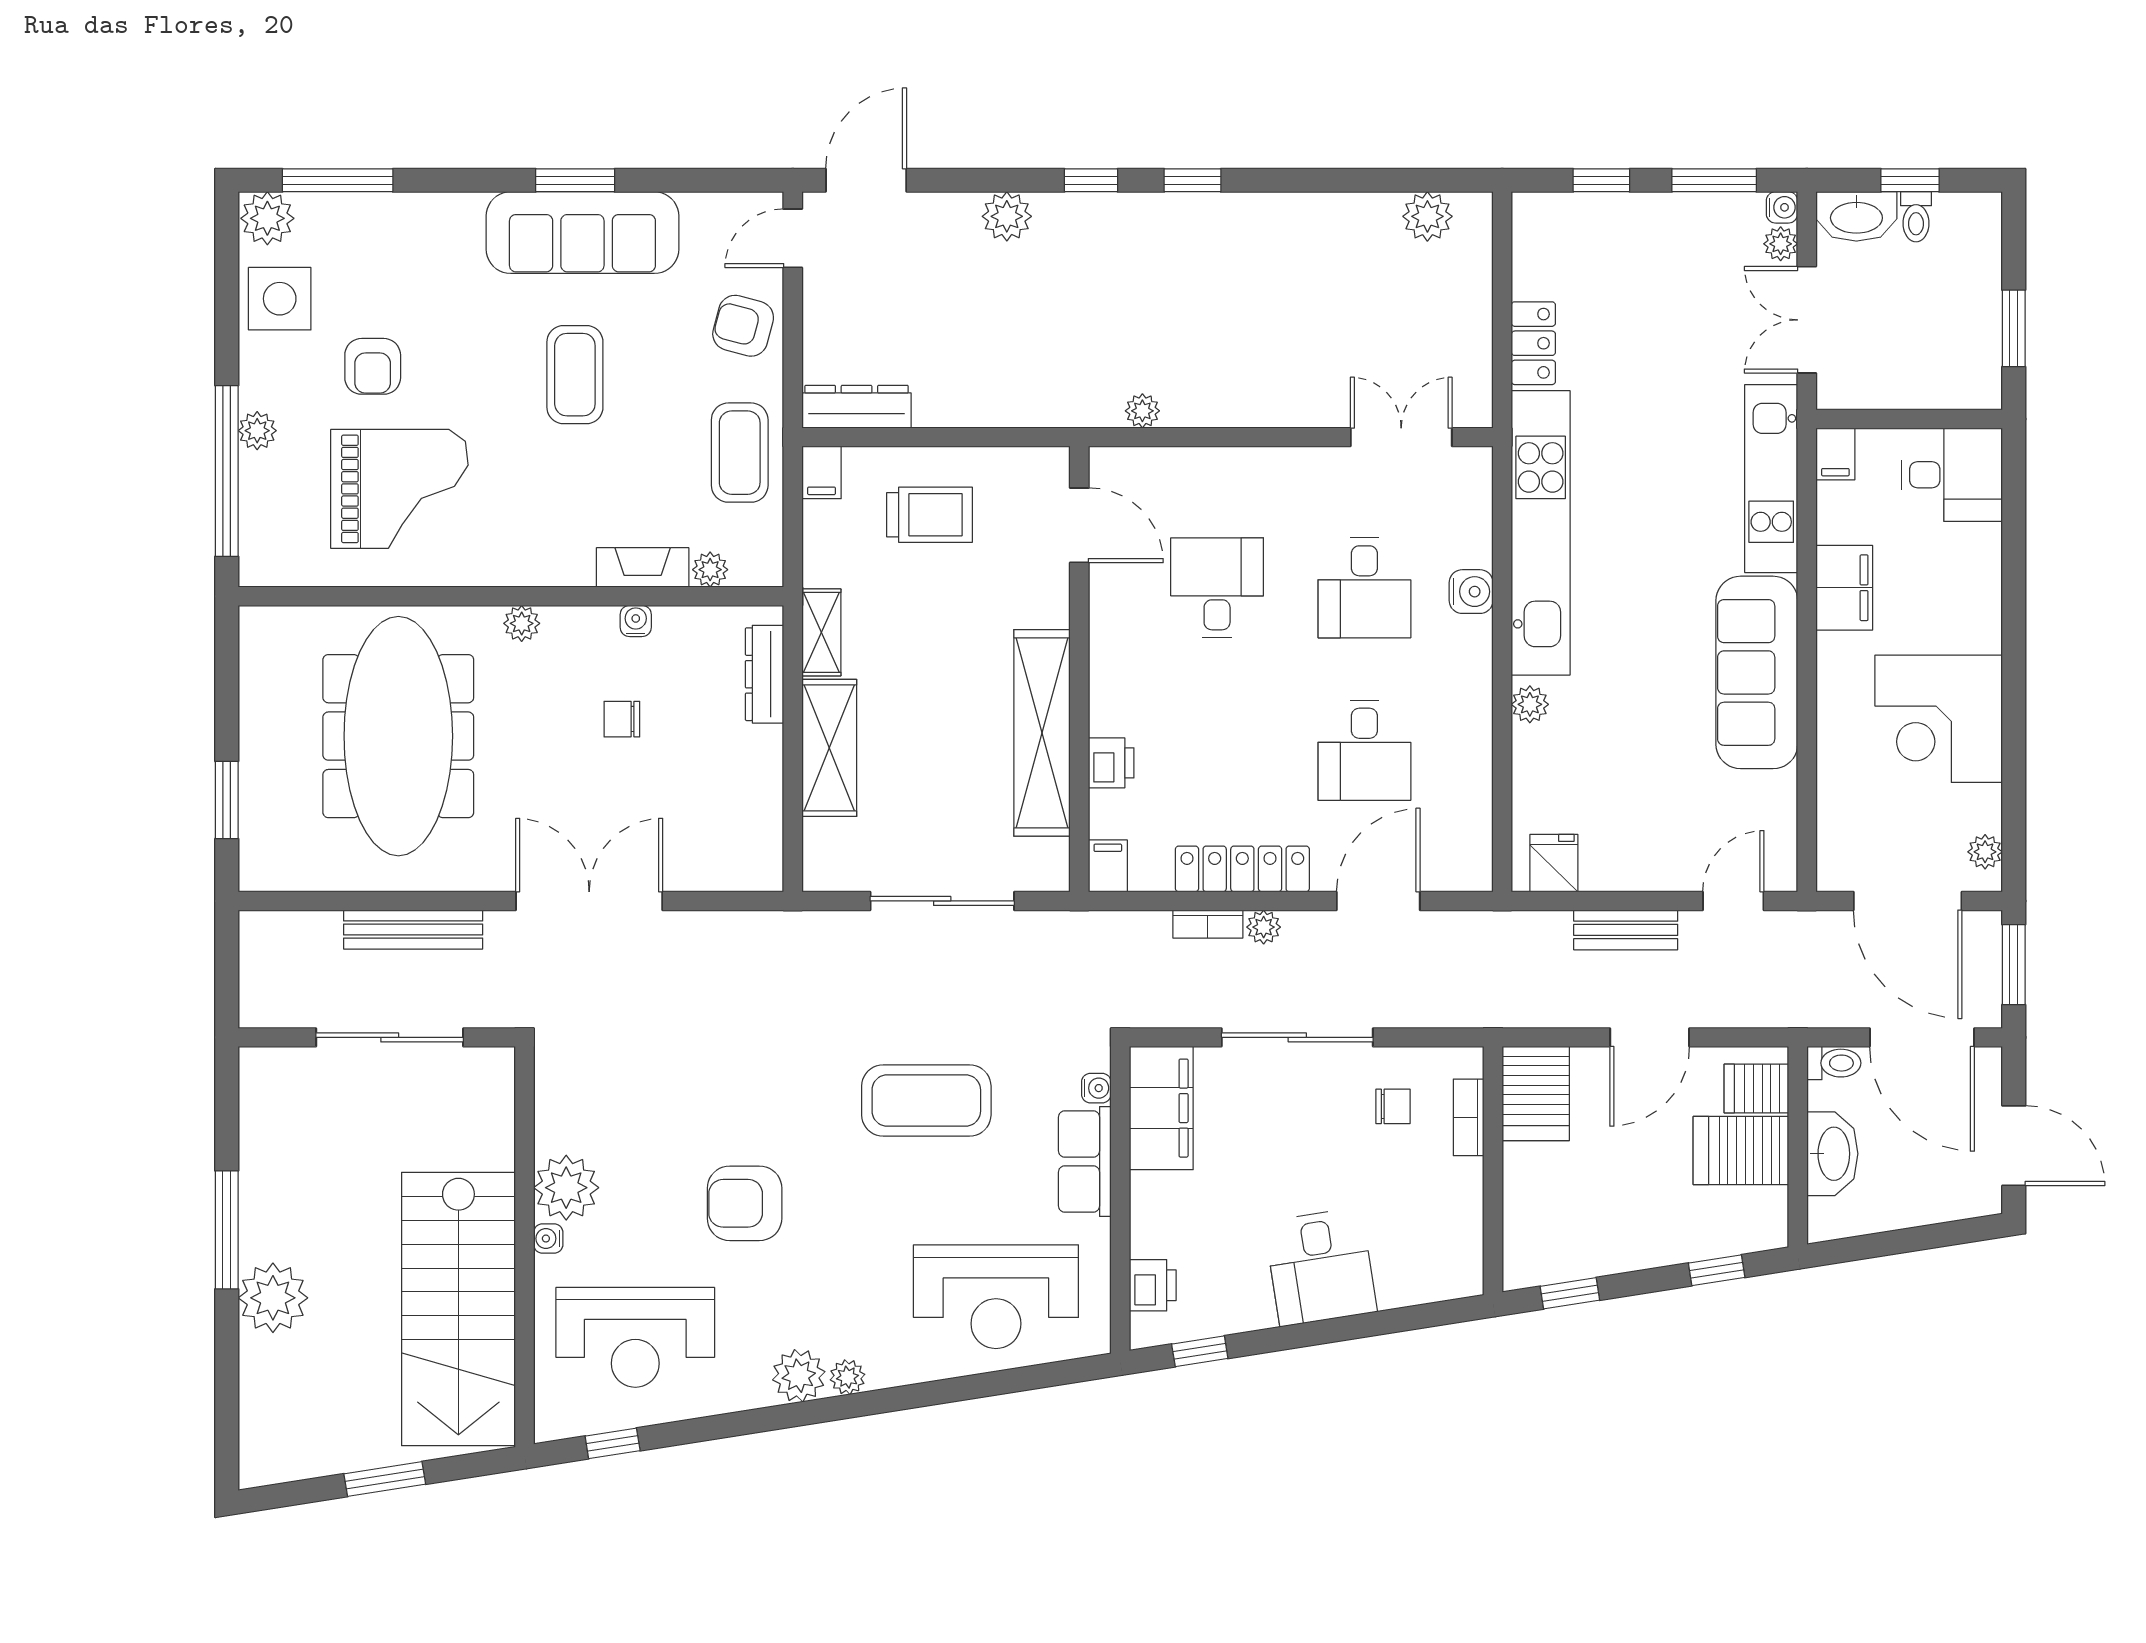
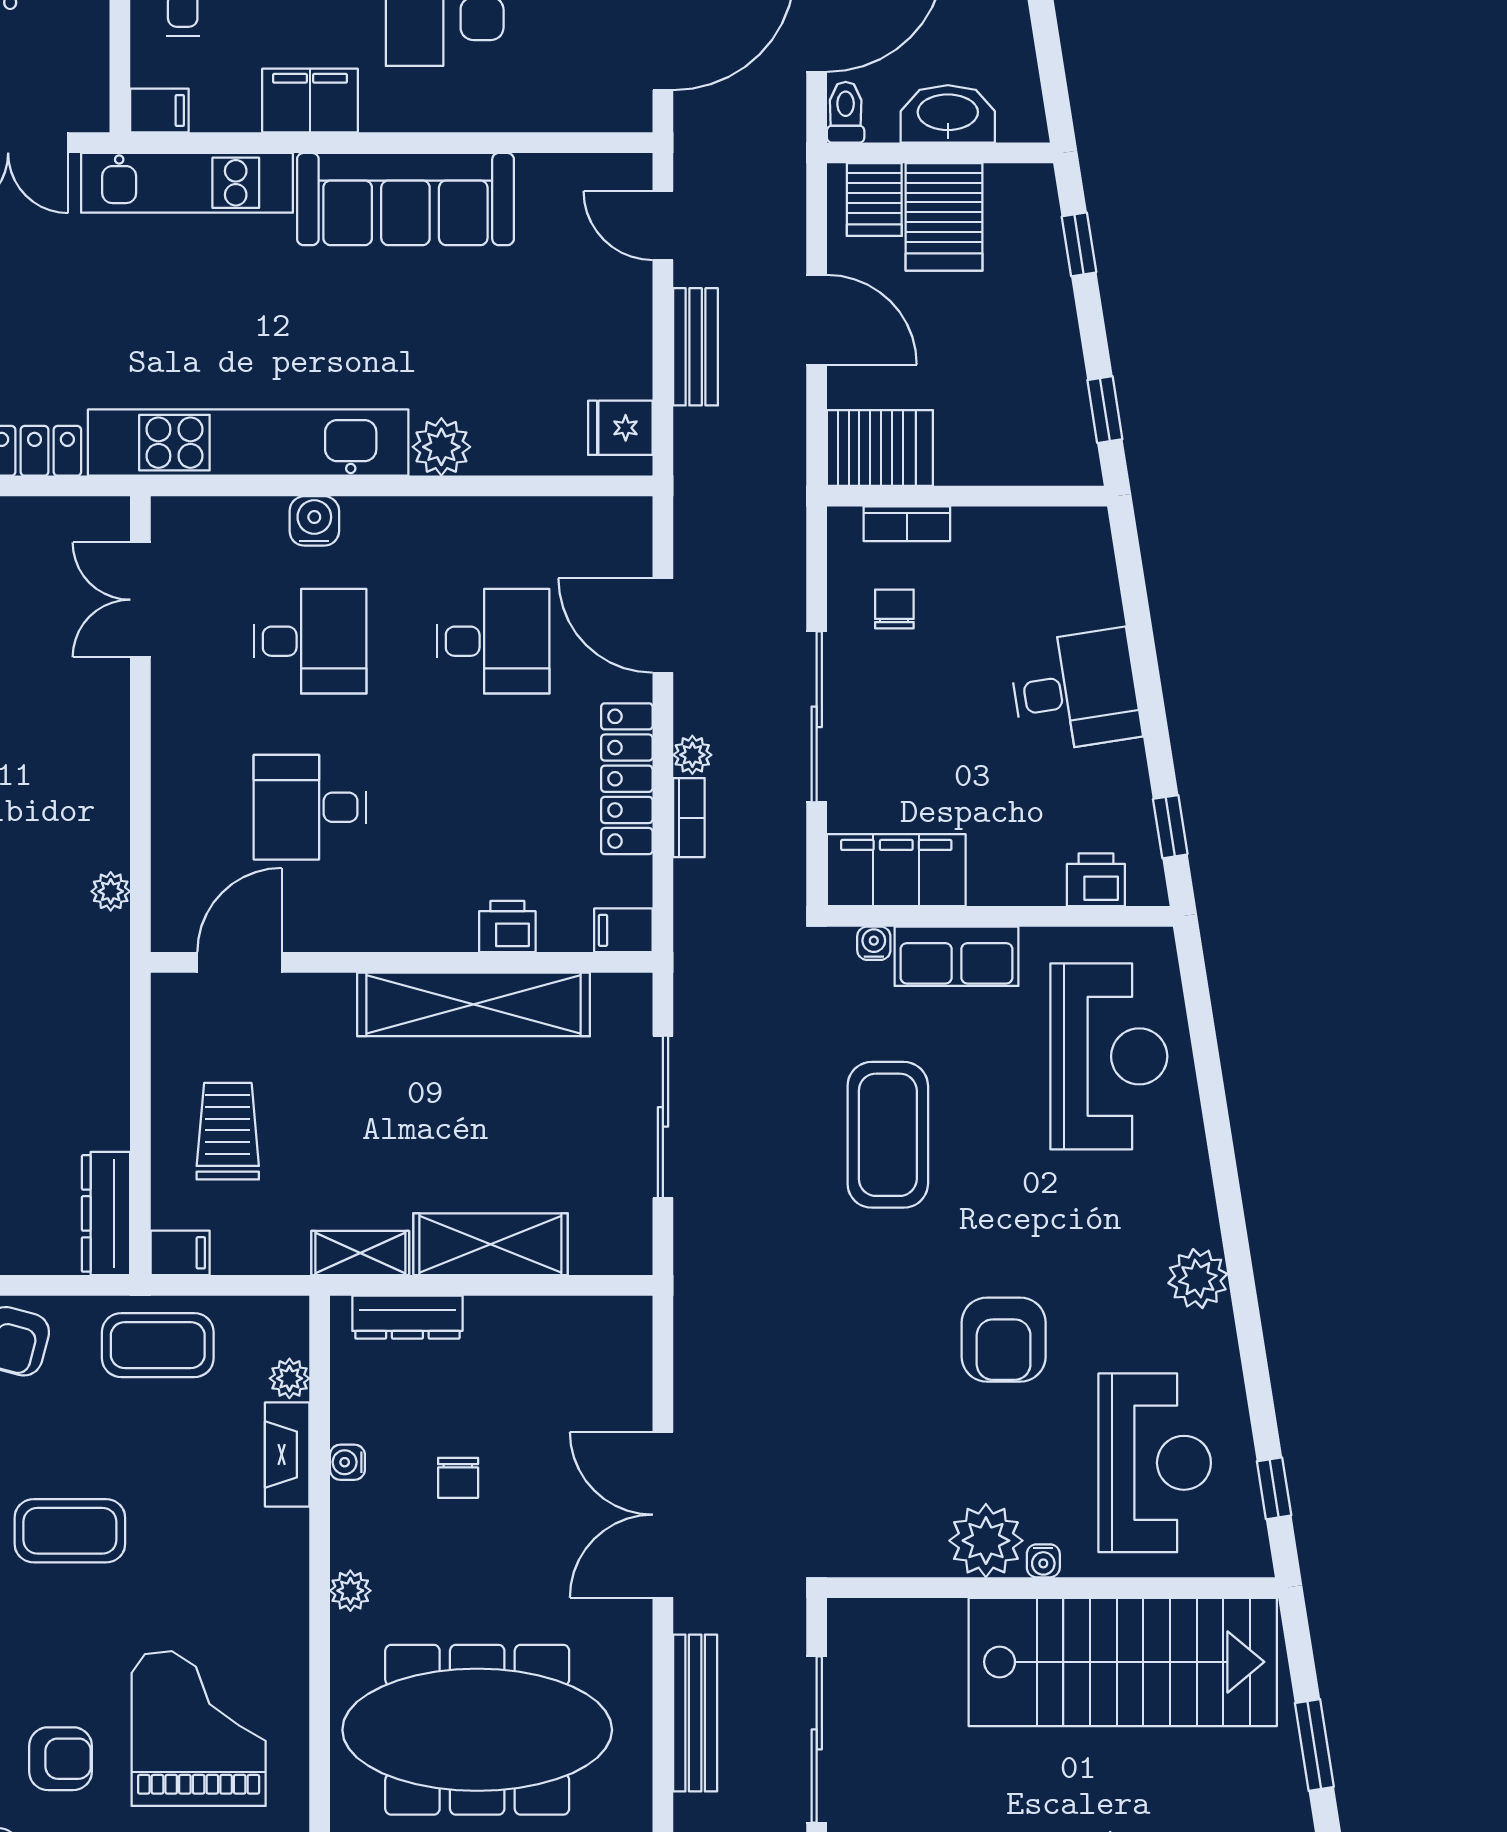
plant: (1530, 704) -> (441, 447), width x1.38, depth x1.38
plant: (847, 1377) -> (1199, 1224), removed

